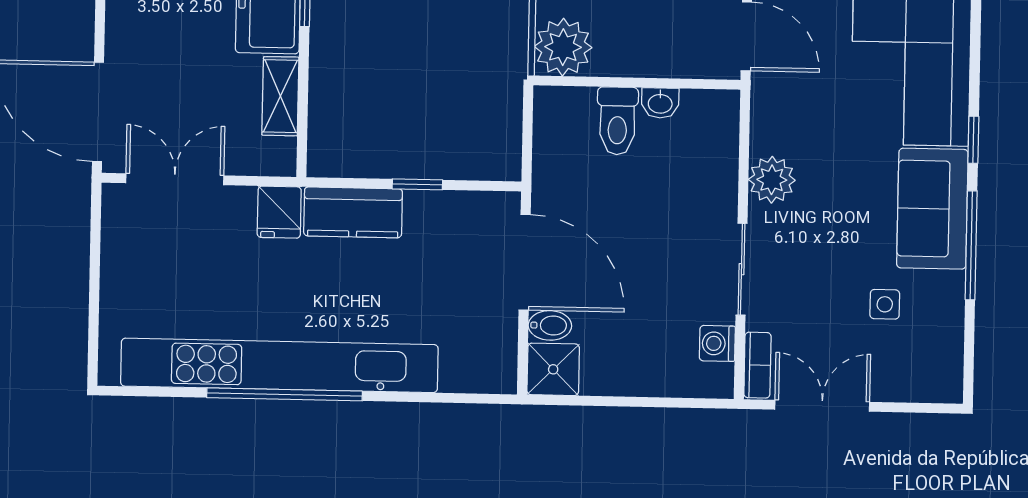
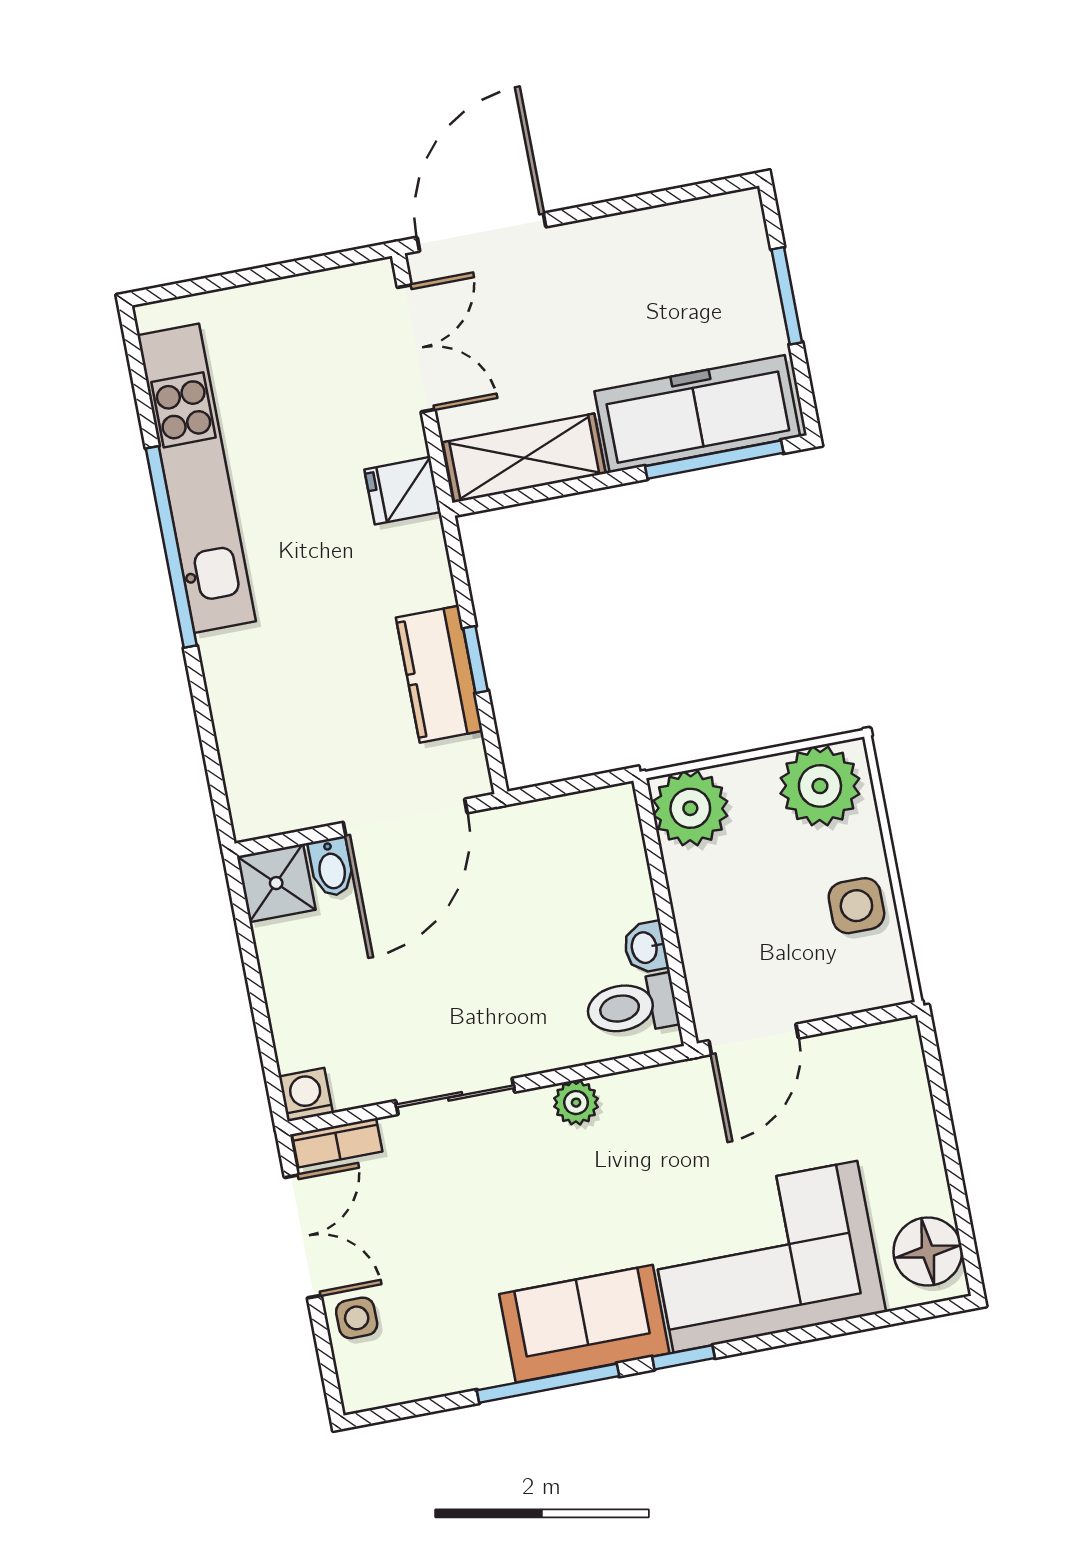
shelving: (280, 96) -> (524, 458), width x1.50, depth x1.33
toilet: (617, 121) -> (632, 1006), moved
plant: (772, 180) -> (576, 1103), width x0.73, depth x0.73
kitchen counter: (353, 212) -> (439, 674), moved
side table: (885, 304) -> (357, 1318), moved
washing machine: (717, 343) -> (306, 1095), moved
kitchen unit: (279, 365) -> (197, 478), width x0.73

